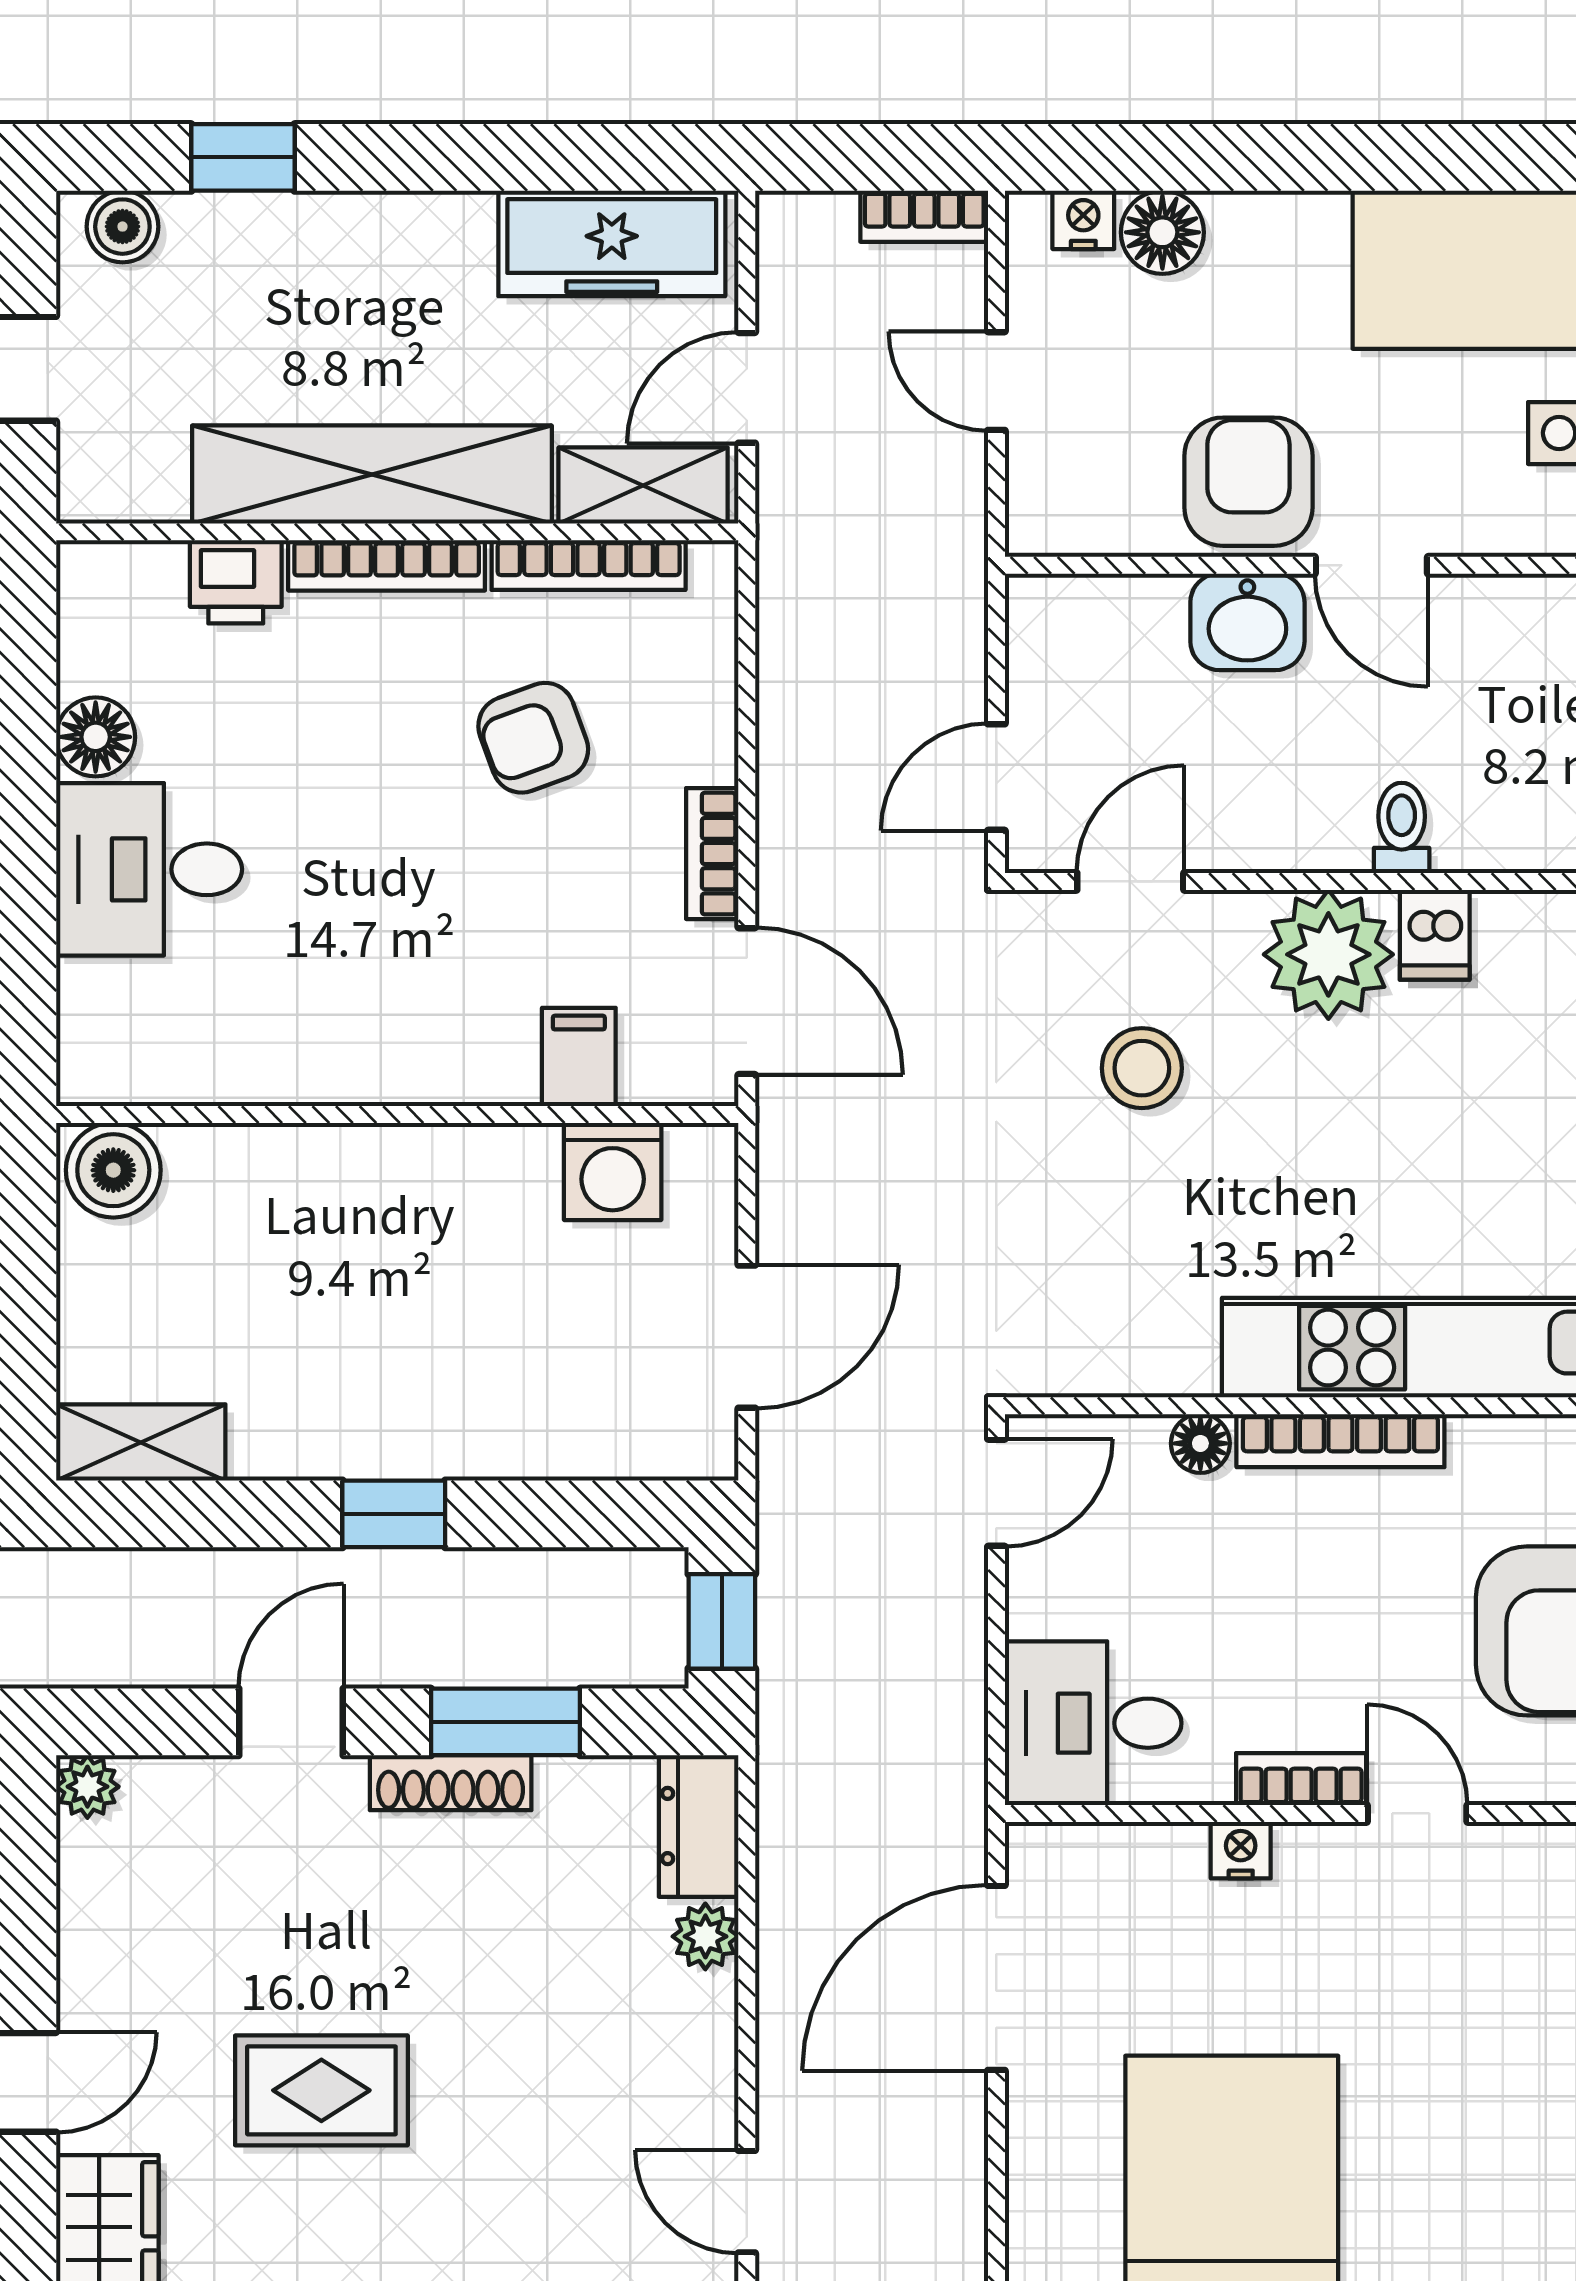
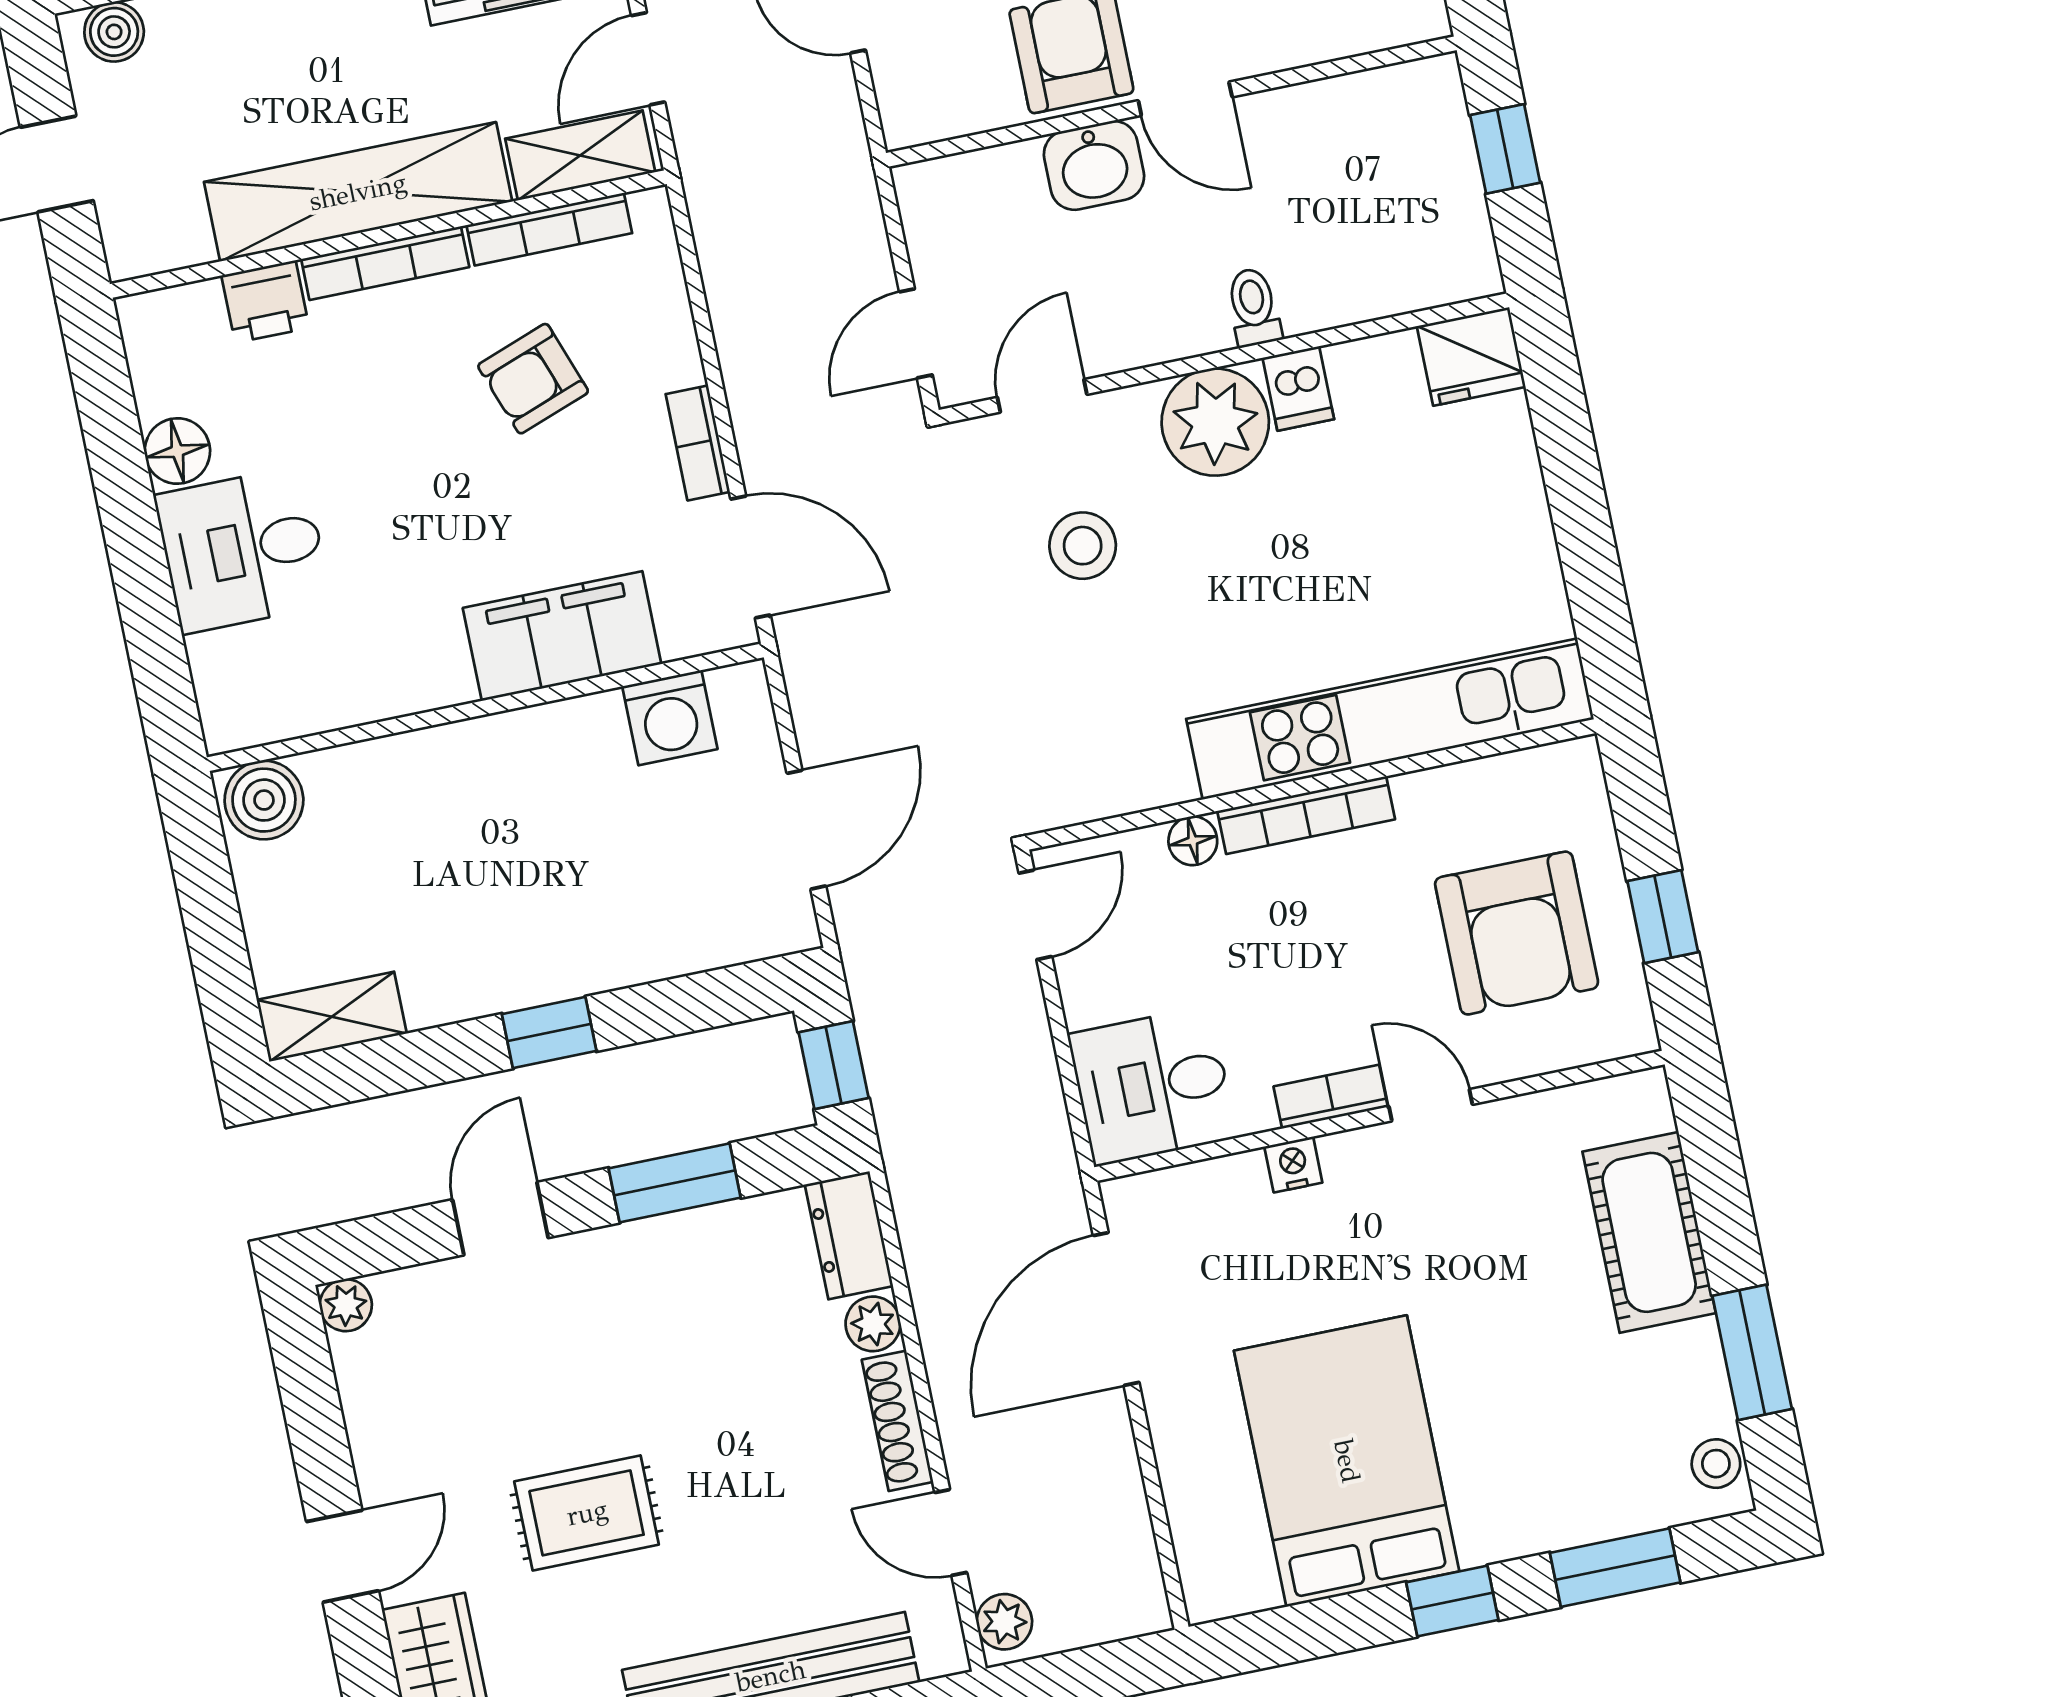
filing cabinet: (579, 1057) -> (562, 636), width x3.00, depth x1.17
shoe rack: (451, 1783) -> (897, 1421), moved, turned 90

